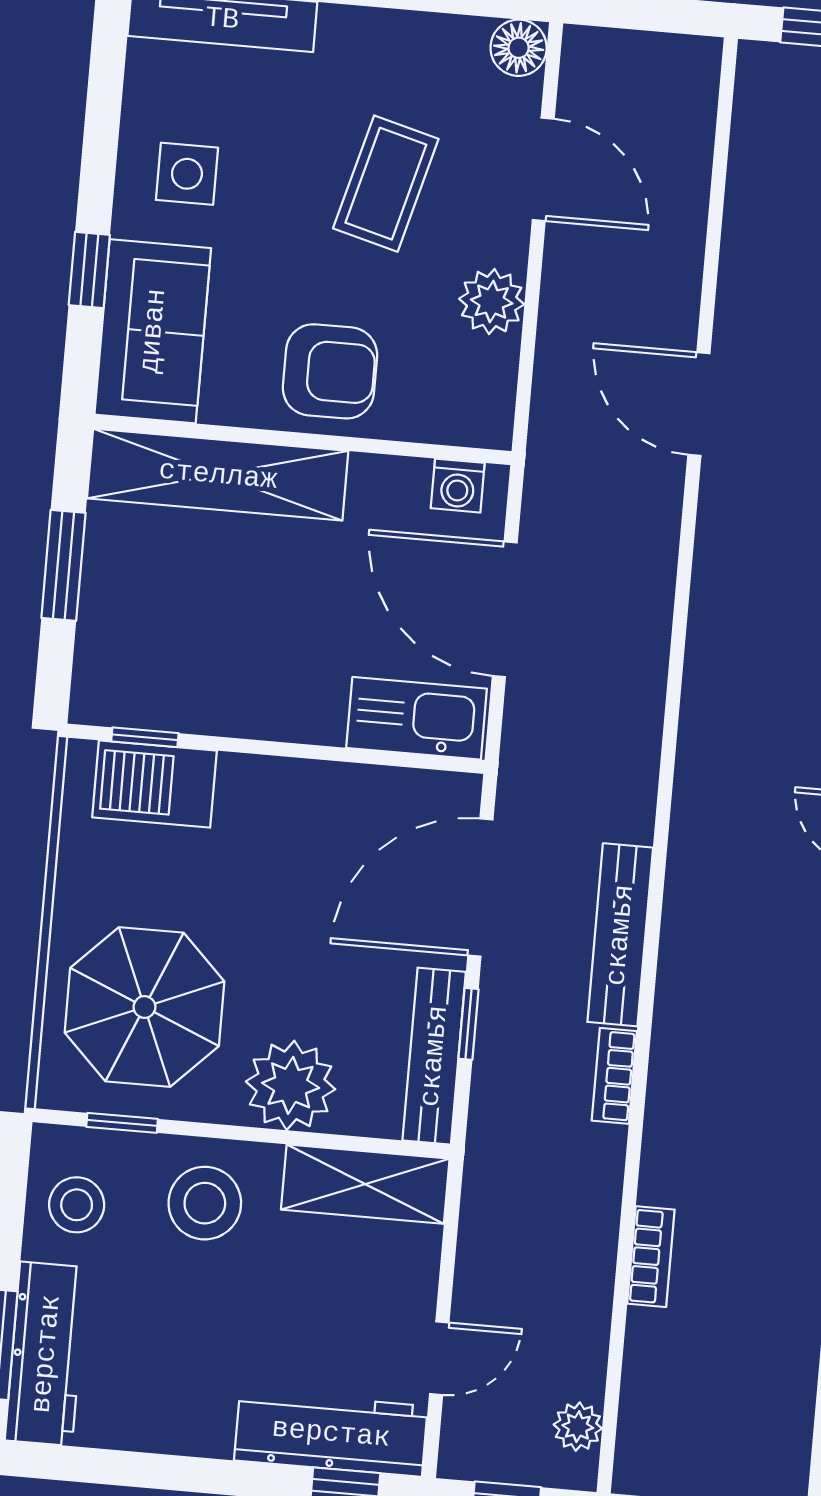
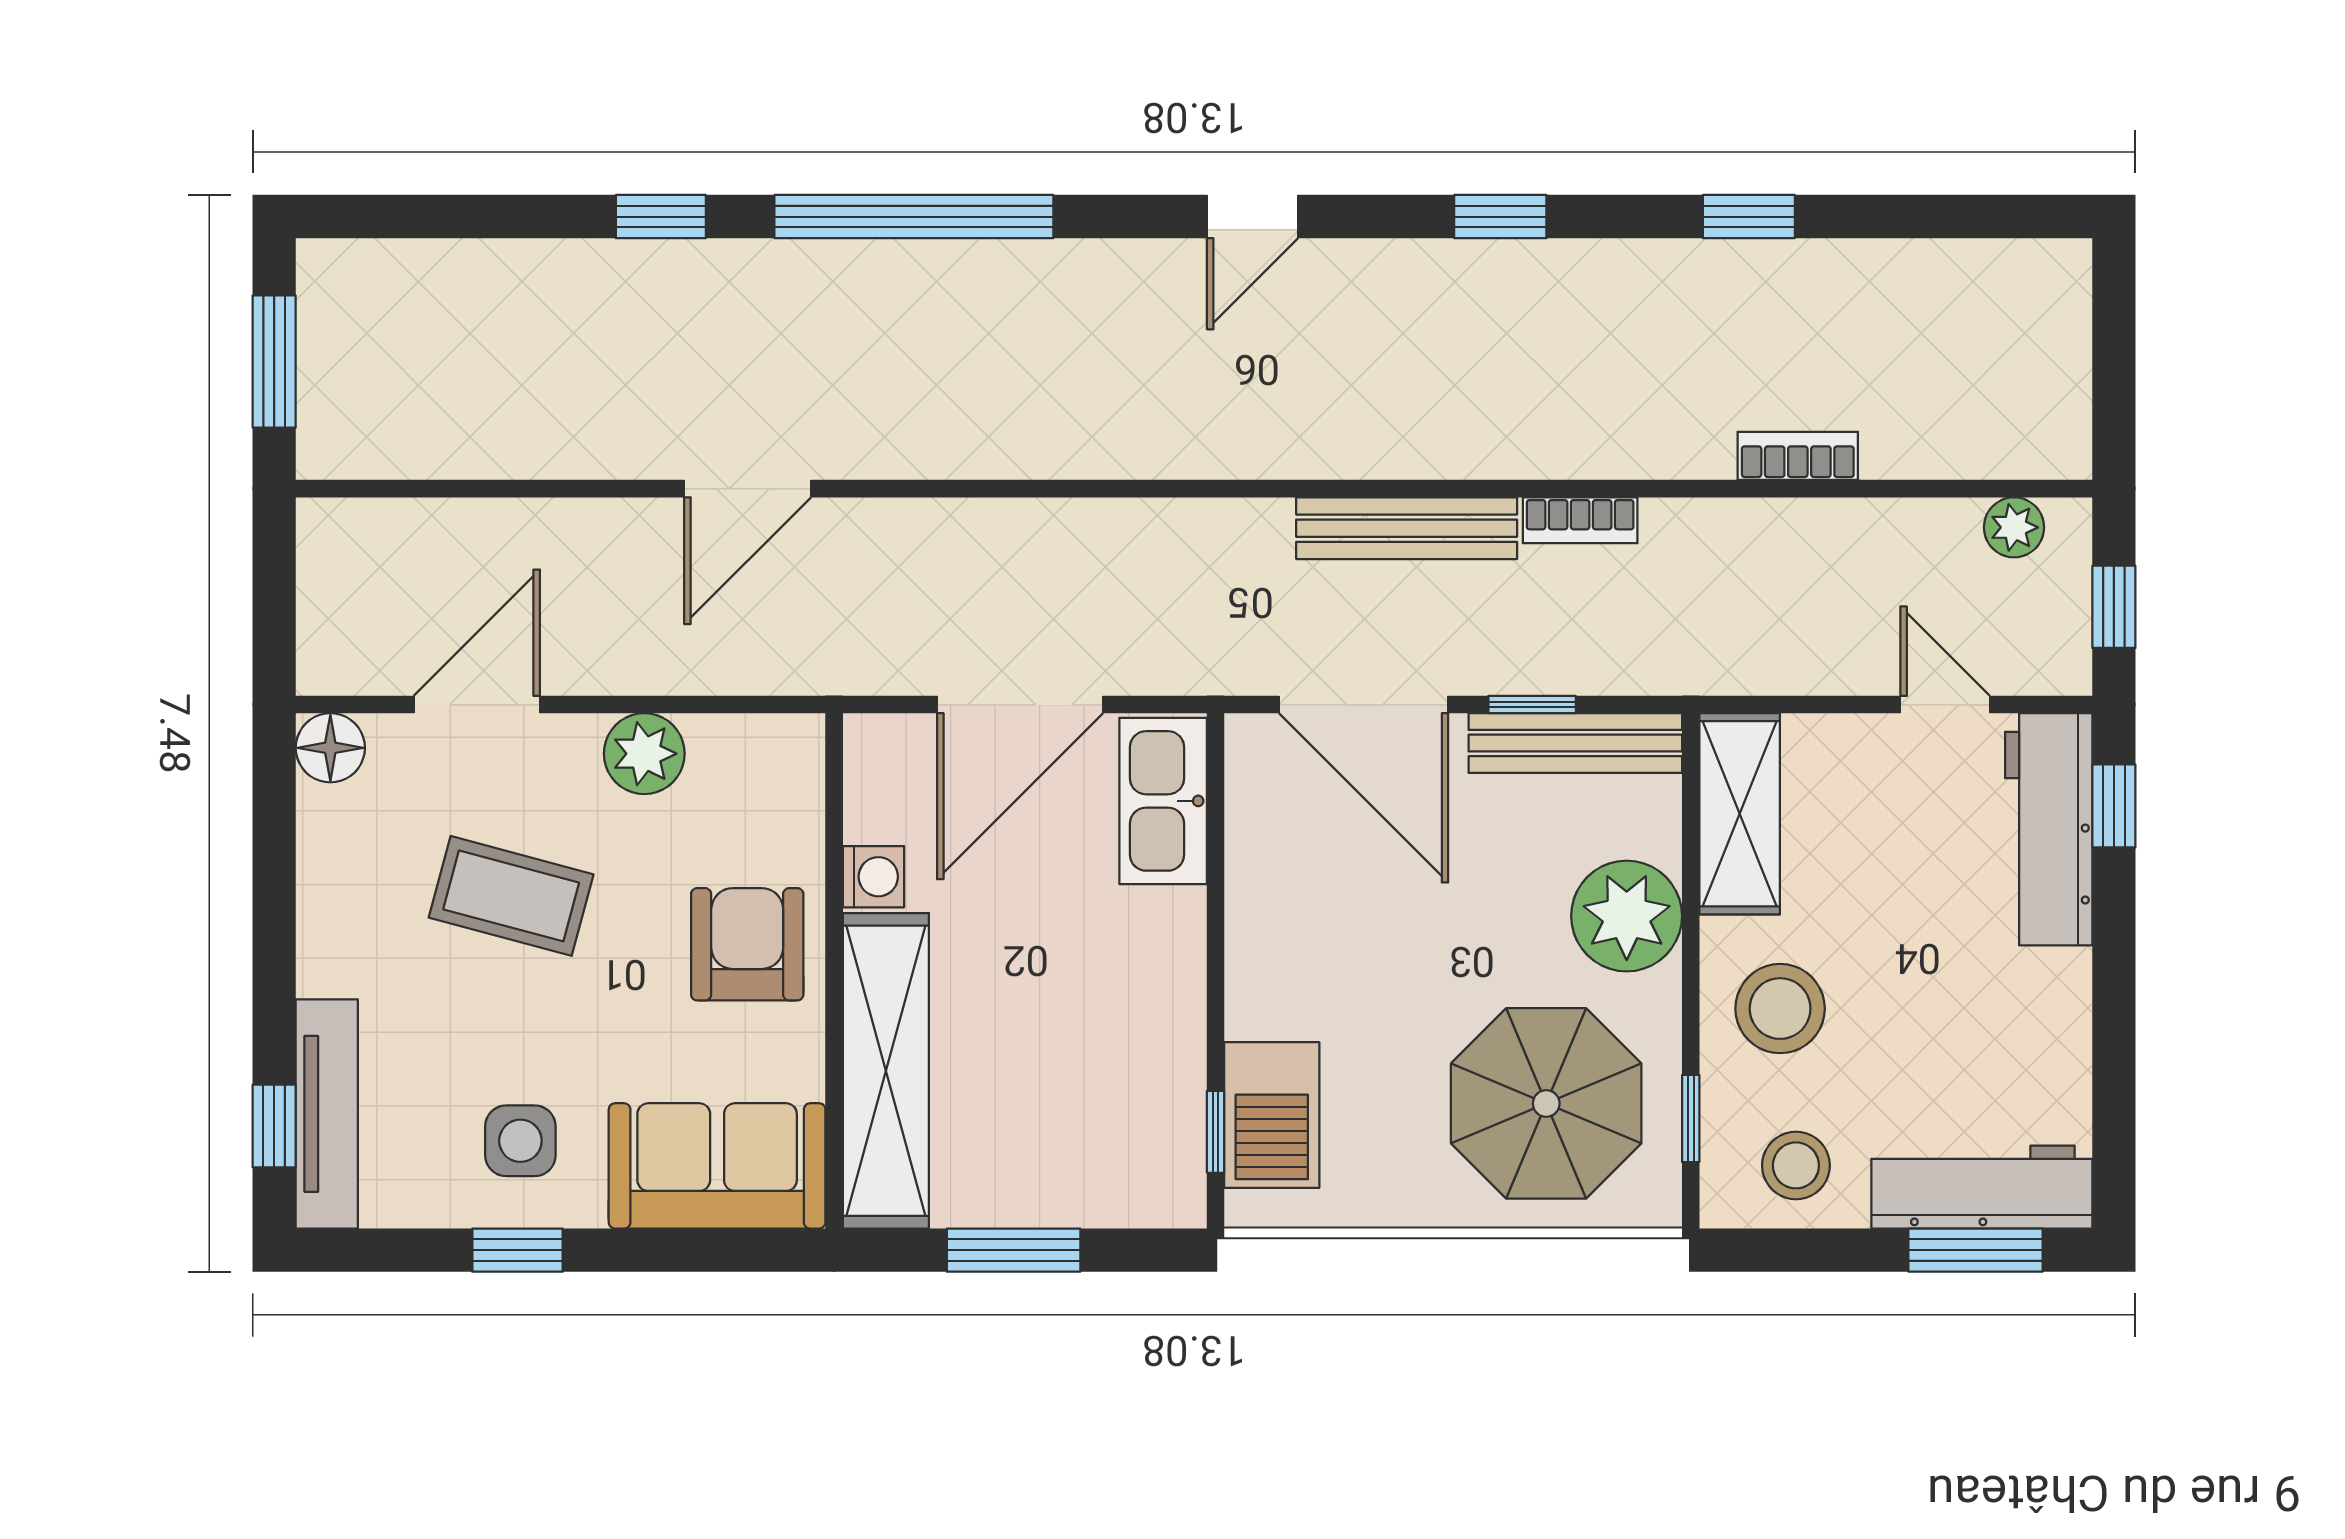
window: (89, 270) -> (517, 1250), moved
washing machine: (458, 486) -> (873, 877), moved

